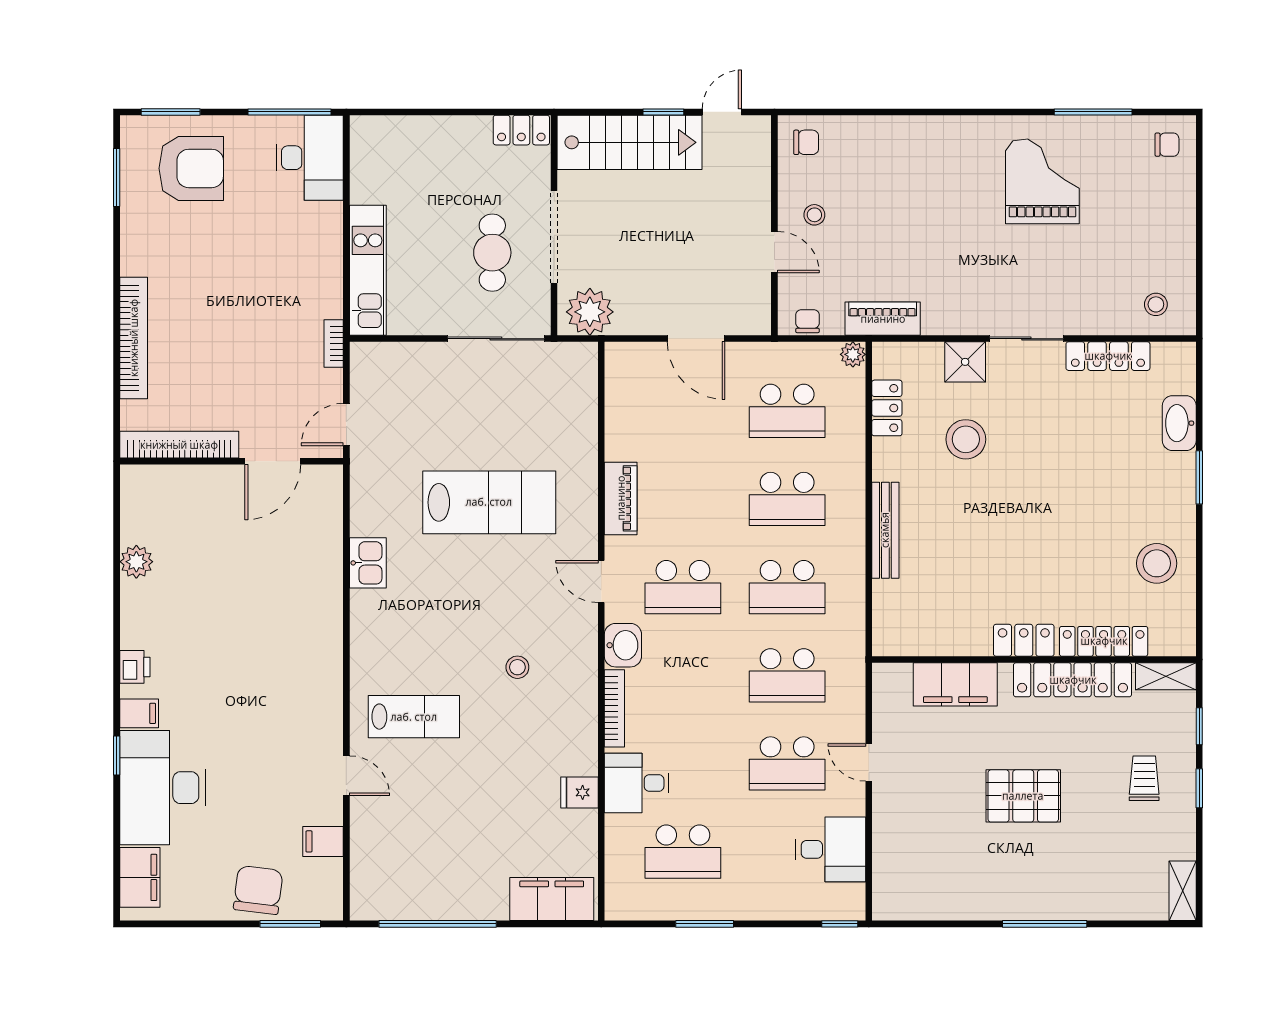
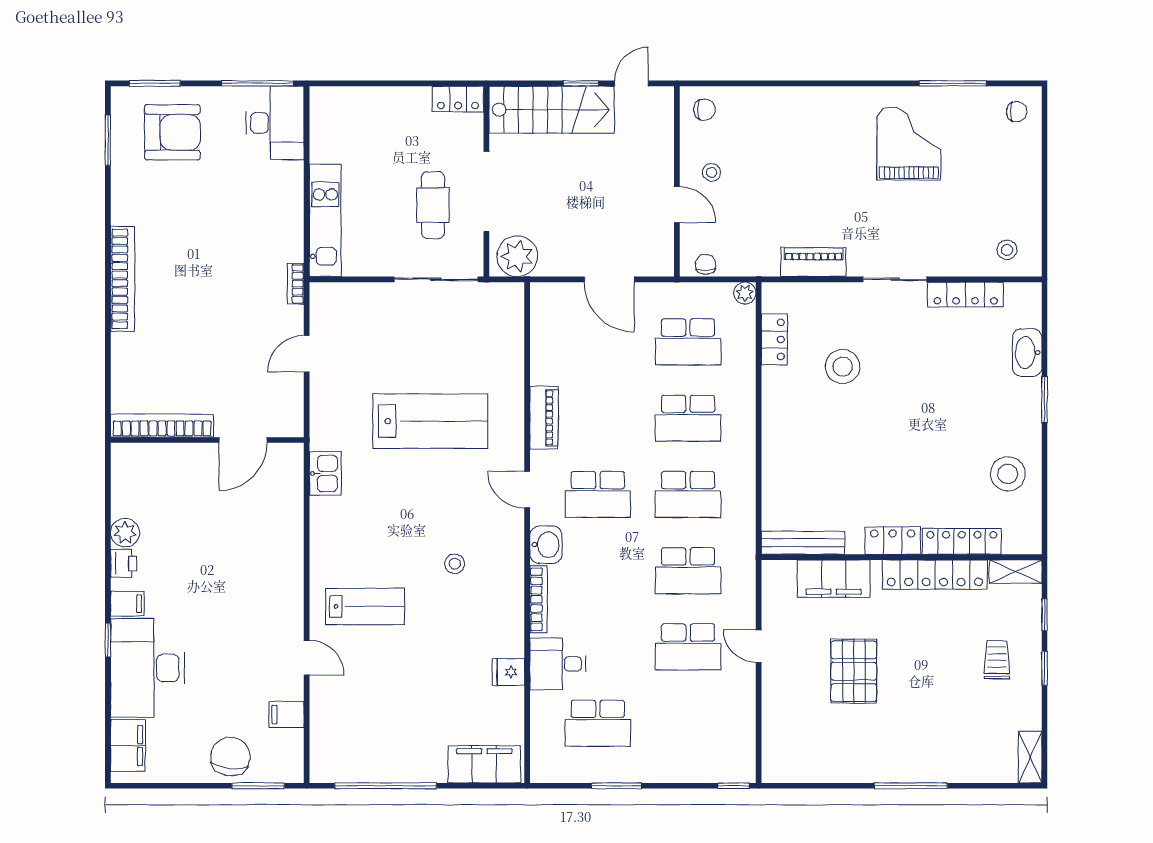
piano: (883, 319) -> (814, 262), moved
shower: (965, 362) -> (842, 300), removed
bookcase: (179, 445) -> (162, 426), moved
wall: (232, 461) -> (207, 440), moved
door: (273, 461) -> (243, 440), moved
bench: (885, 530) -> (803, 543), moved, turned 90
plant: (136, 562) -> (125, 533), moved
pallet: (1023, 796) -> (854, 671), moved, turned 90
desk: (831, 849) -> (726, 721), removed

